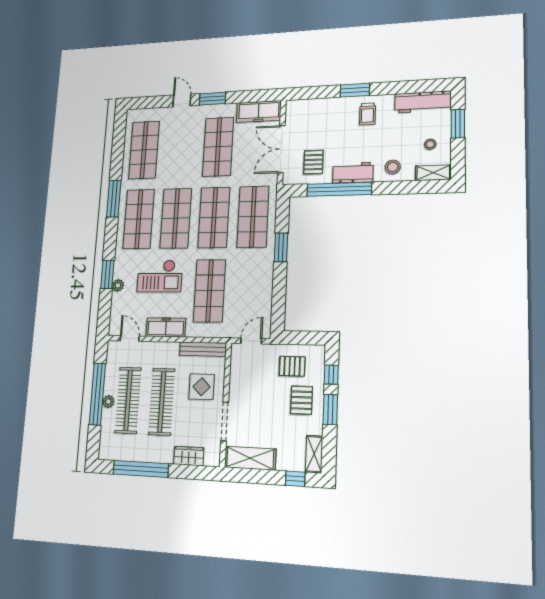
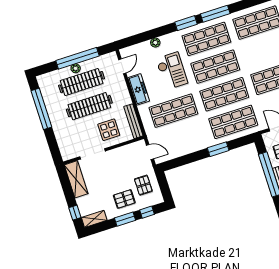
window: (107, 274) -> (186, 23), moved
checkout: (160, 276) -> (172, 71), turned 180
wardrobe: (189, 456) -> (62, 138), removed

